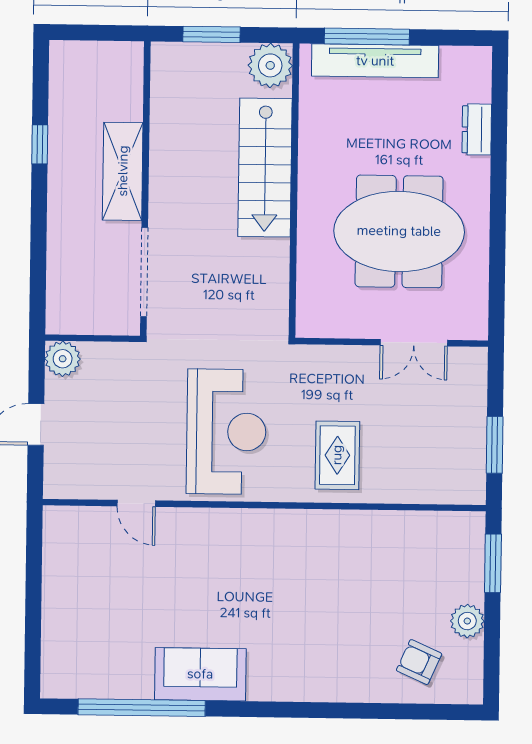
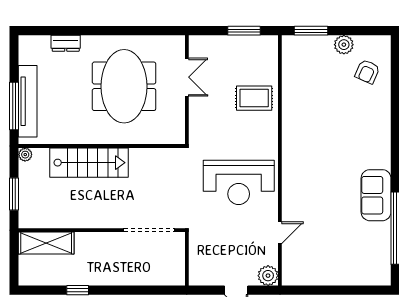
plant: (270, 65) -> (25, 155), width x0.53, depth x0.53
shelving: (123, 171) -> (46, 243), moved
plant: (63, 359) -> (268, 276), moved
reception desk: (226, 432) -> (239, 182), turned 180
rug: (337, 455) -> (254, 98), moved

